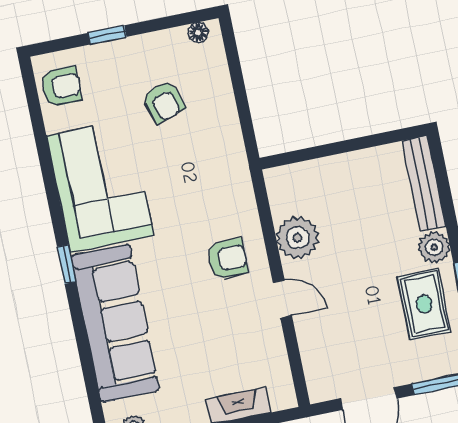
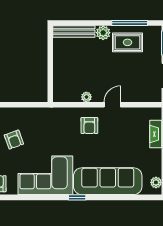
armchair: (164, 102) -> (14, 140), turned 88
plant: (298, 238) -> (86, 97), width x0.53, depth x0.53
armchair: (227, 259) -> (89, 126), turned 180

